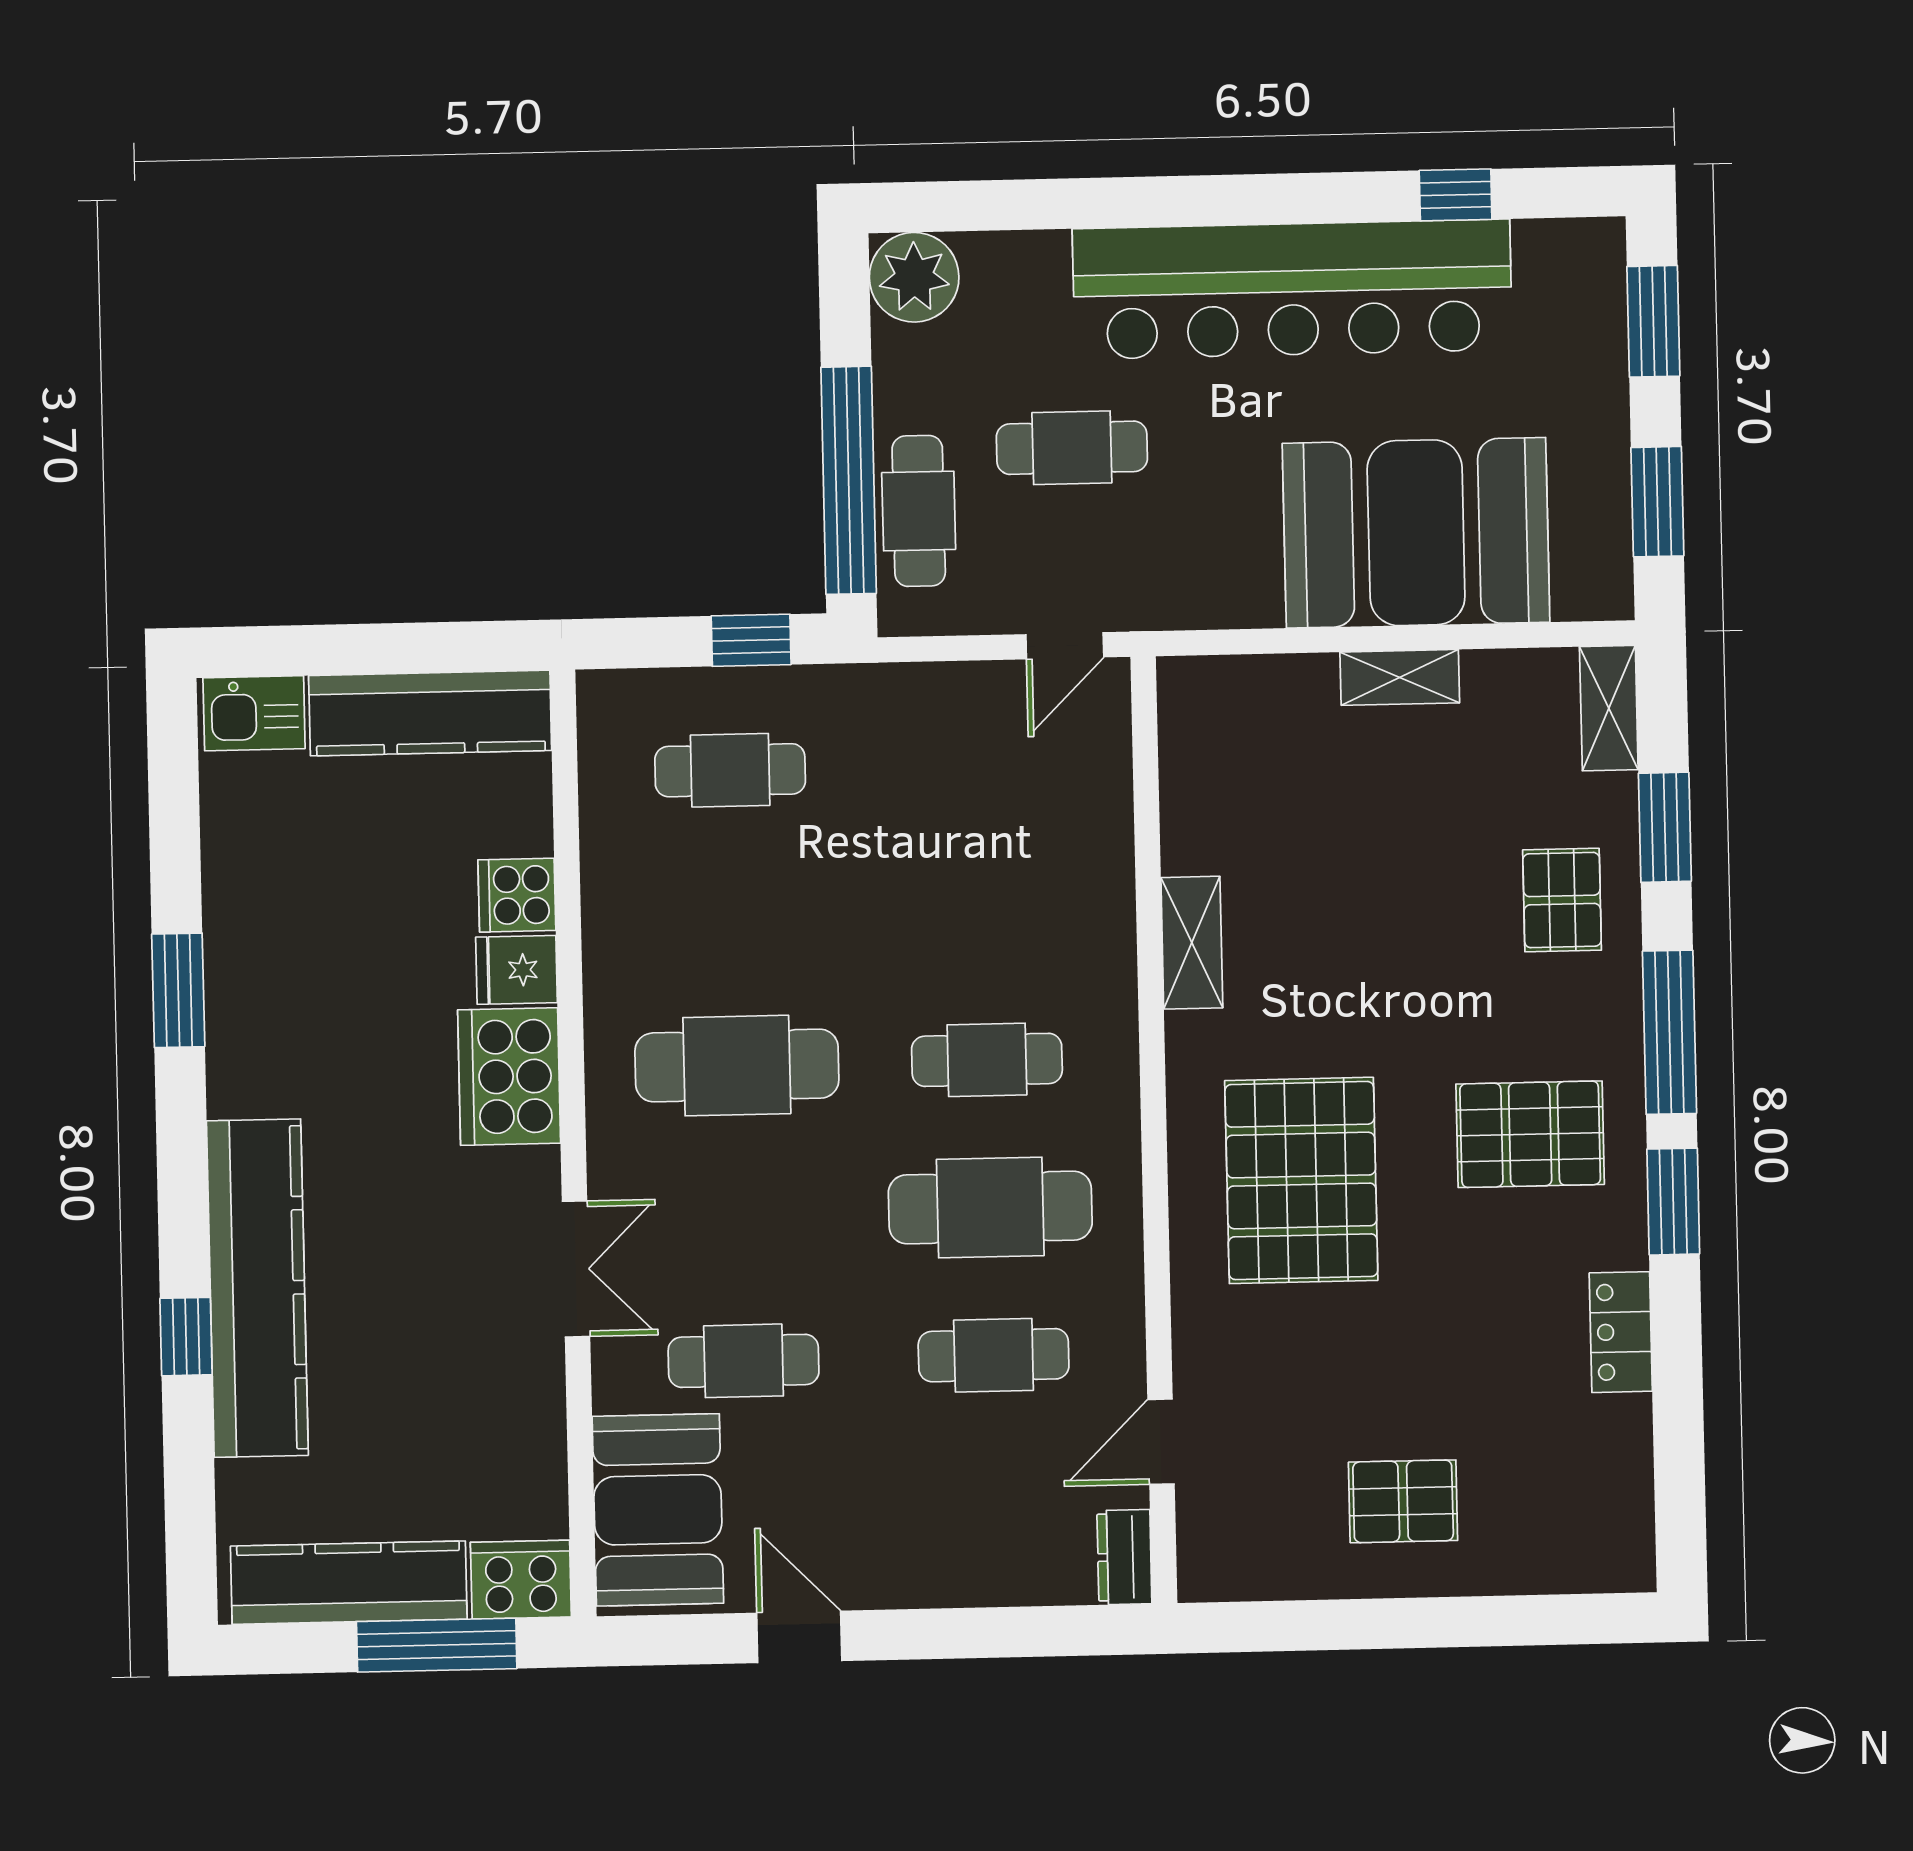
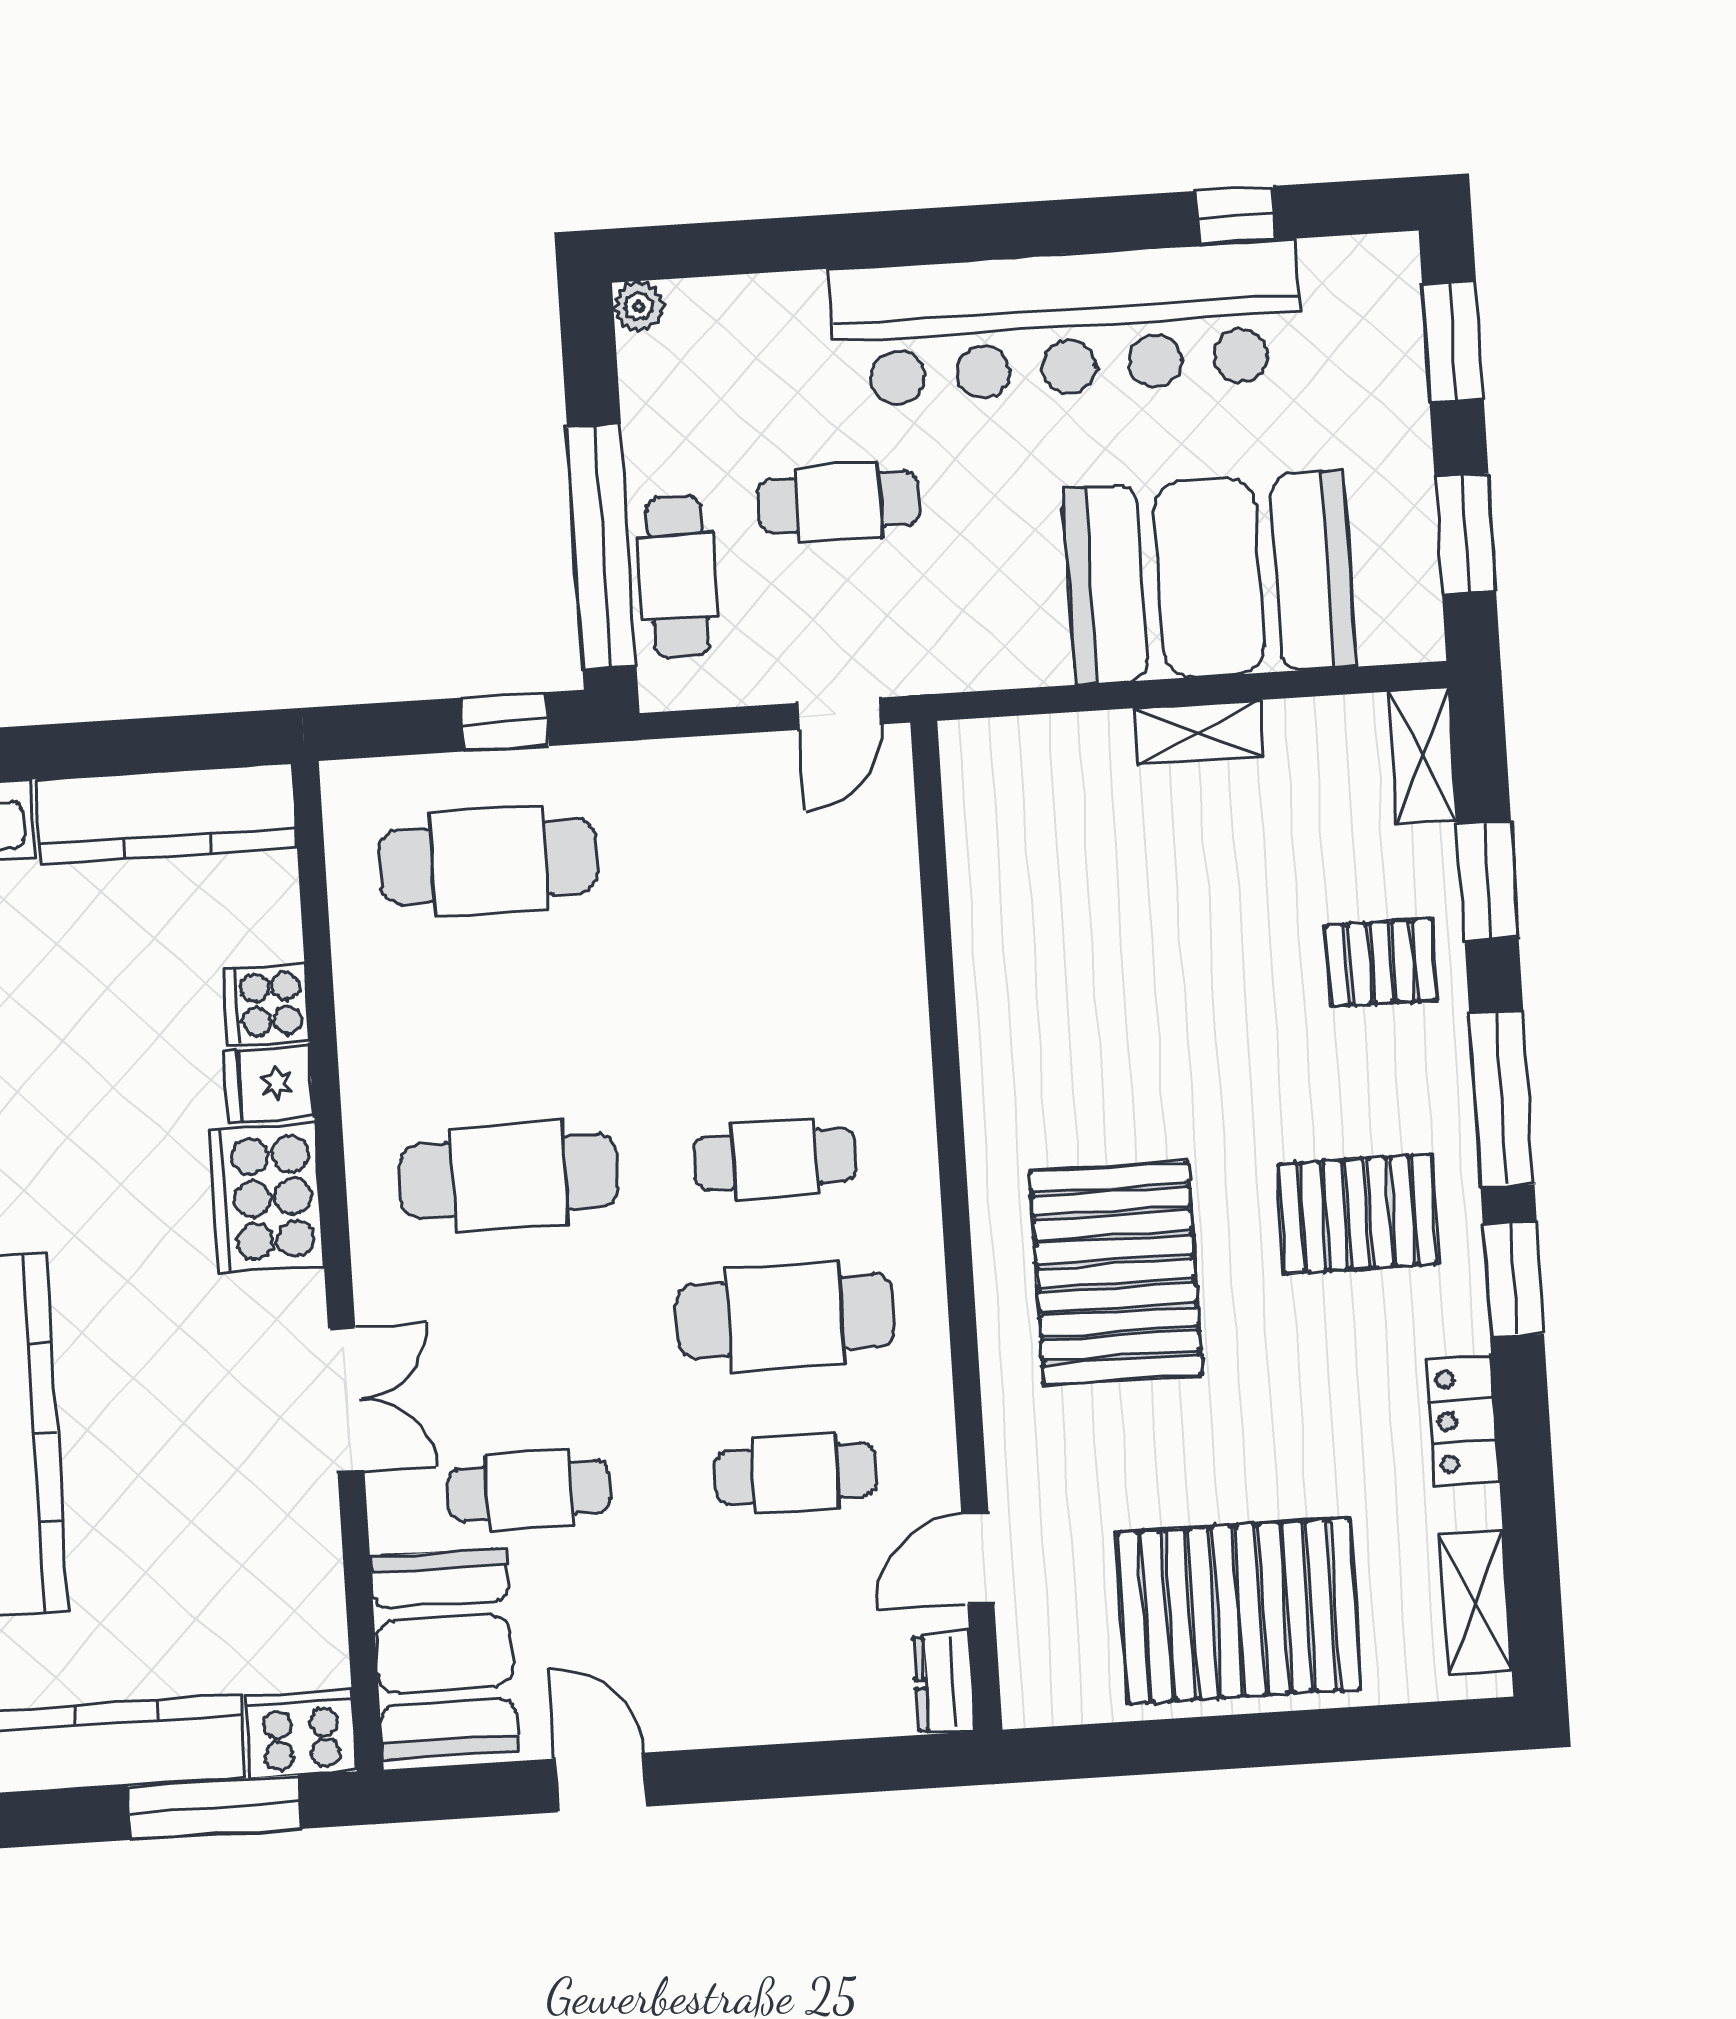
plant: (914, 277) -> (639, 307), width x0.53, depth x0.53
cafe table: (730, 770) -> (488, 861), width x1.37, depth x1.35
pallet: (1562, 900) -> (1381, 963), turned 90
shelving: (1192, 943) -> (1476, 1602), moved
pallet: (1403, 1501) -> (1239, 1611), width x2.05, depth x2.00

